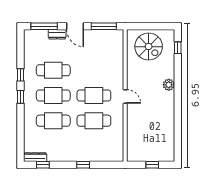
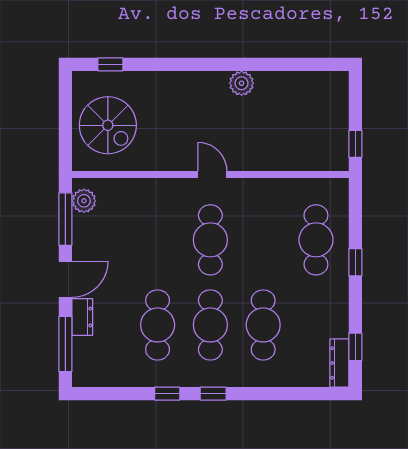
plant: (113, 35) -> (84, 201), added
spiral stairs: (149, 47) -> (108, 125), turned 90
plant: (169, 85) -> (242, 83), moved
door: (125, 96) -> (212, 175), hinge flipped
cafe table: (94, 121) -> (316, 240), moved
window: (152, 165) -> (355, 144), moved

